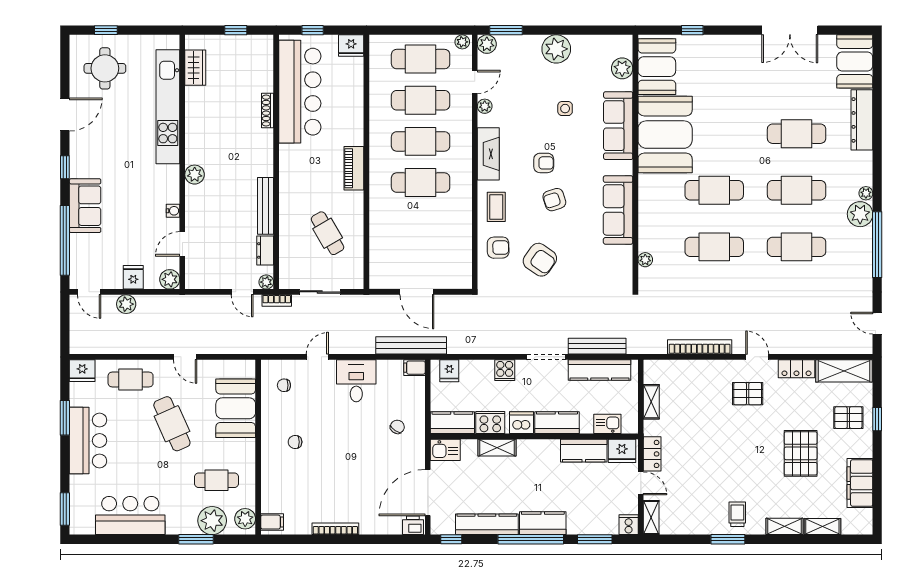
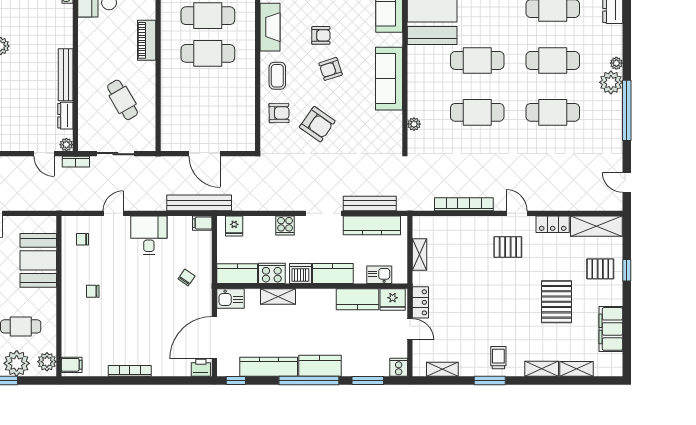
shelving: (651, 518) -> (442, 369), moved, turned 90

